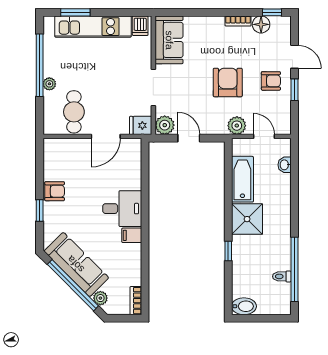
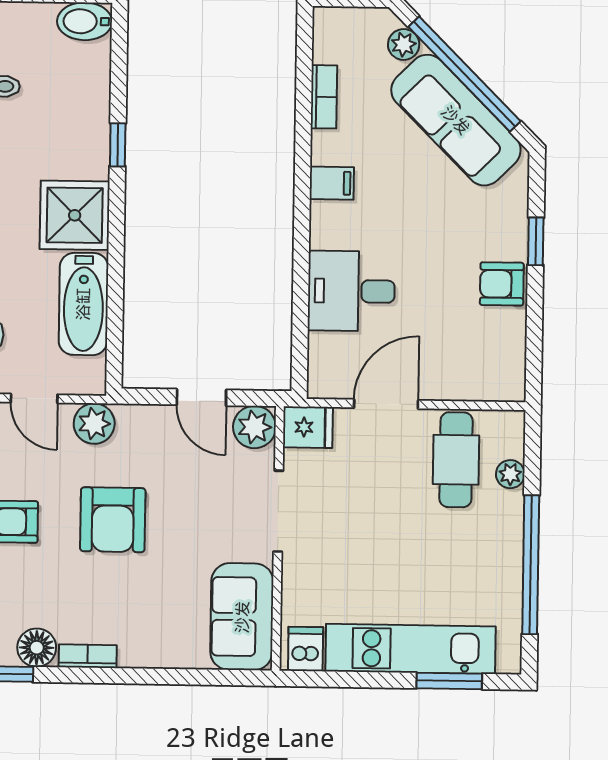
plant: (49, 84) -> (510, 474), moved
desk: (122, 209) -> (351, 291), moved
bookcase: (136, 301) -> (324, 97), moved

